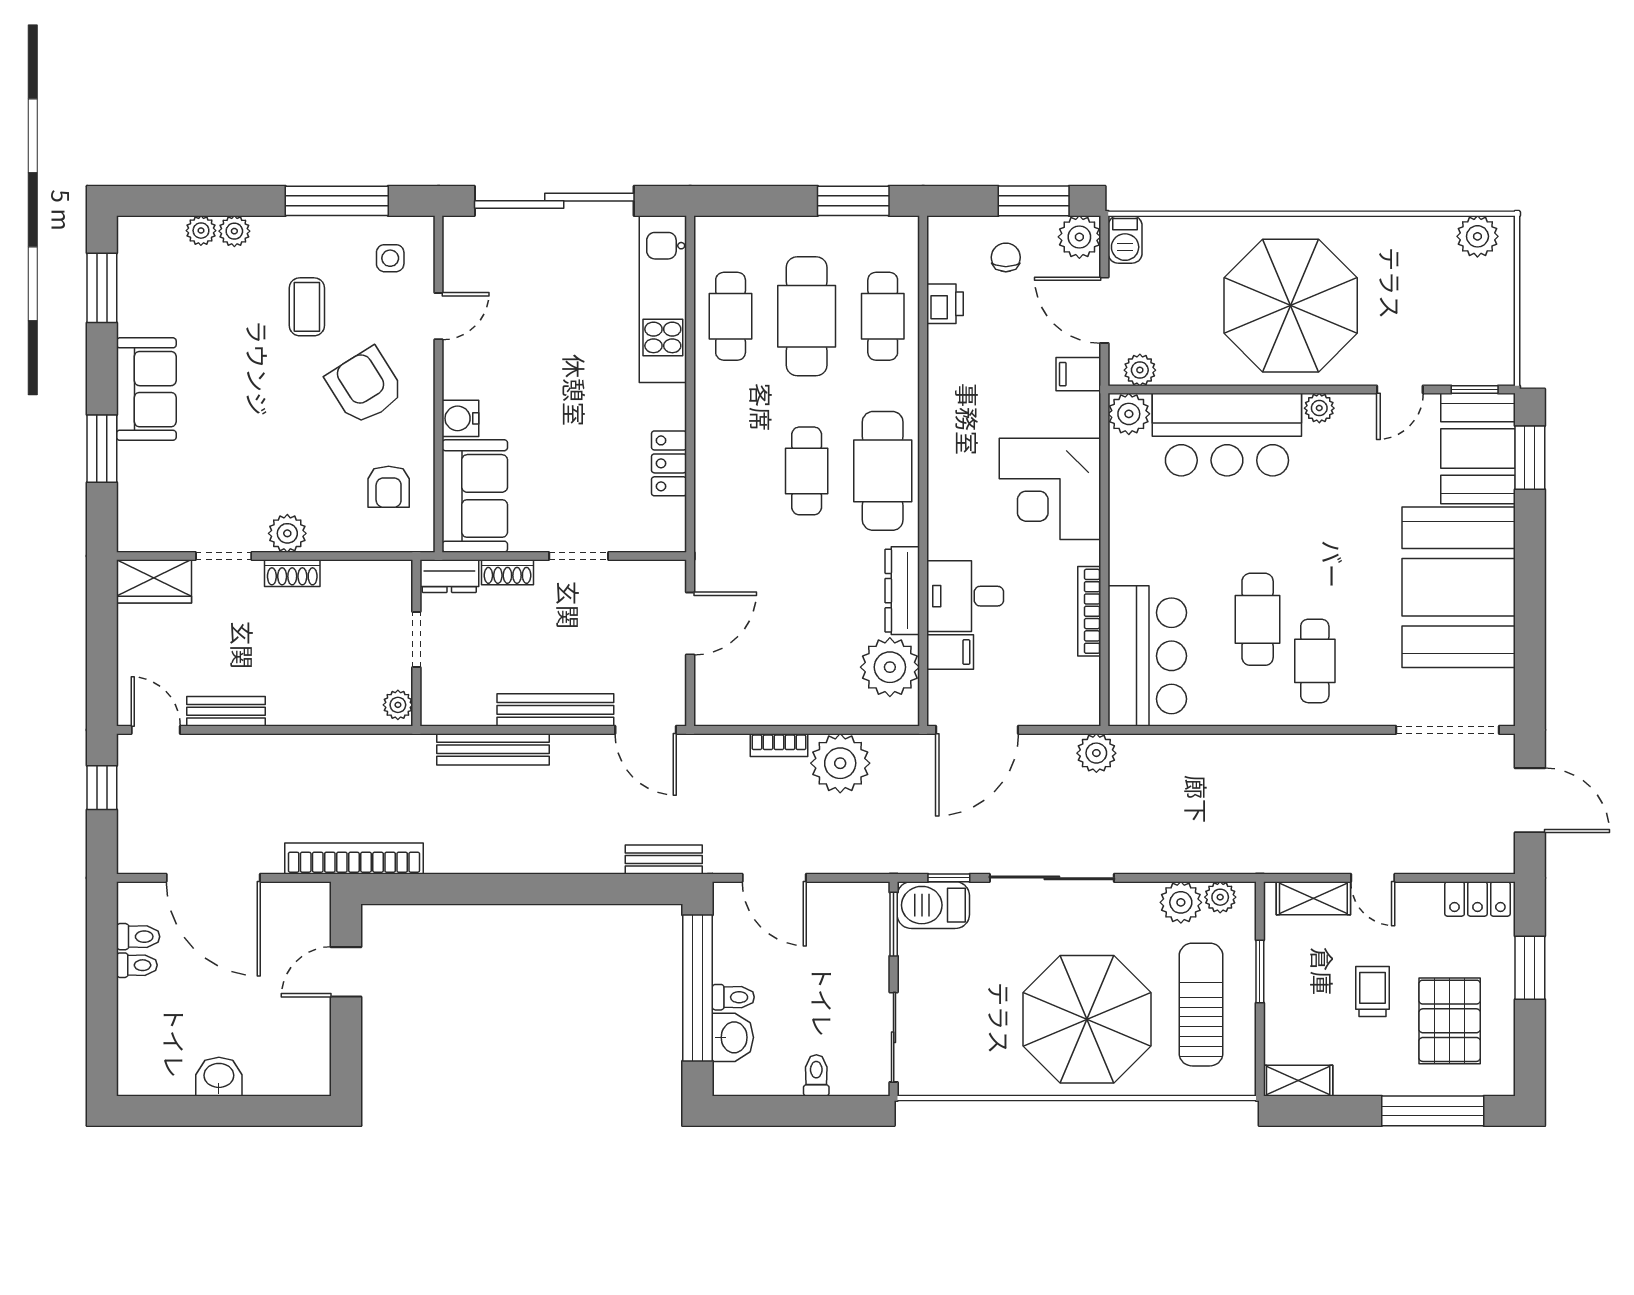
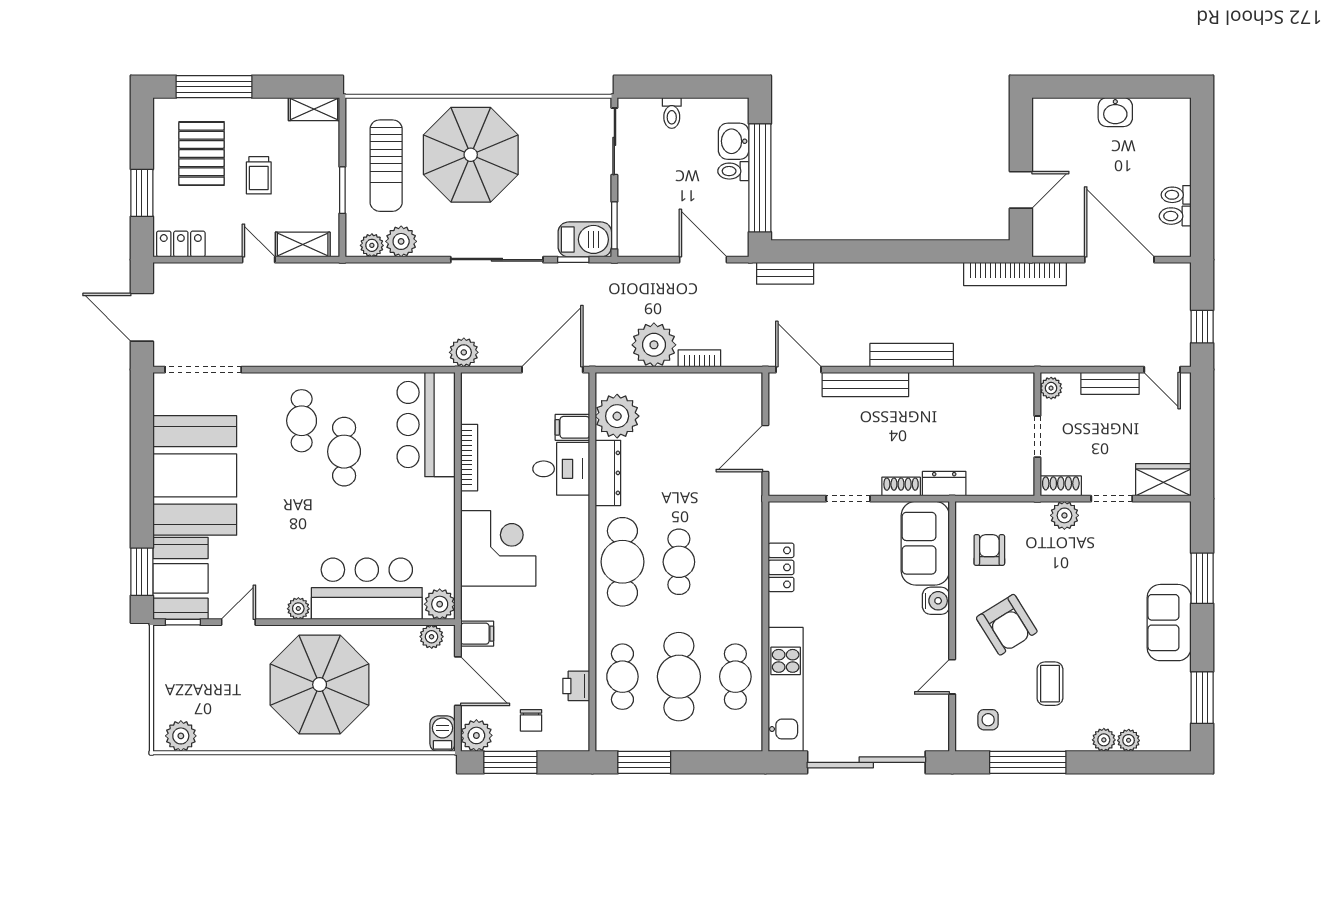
doorway: (416, 639) -> (1037, 437), moved
wall: (416, 643) -> (1037, 434), moved
plant: (398, 705) -> (1051, 388), moved

